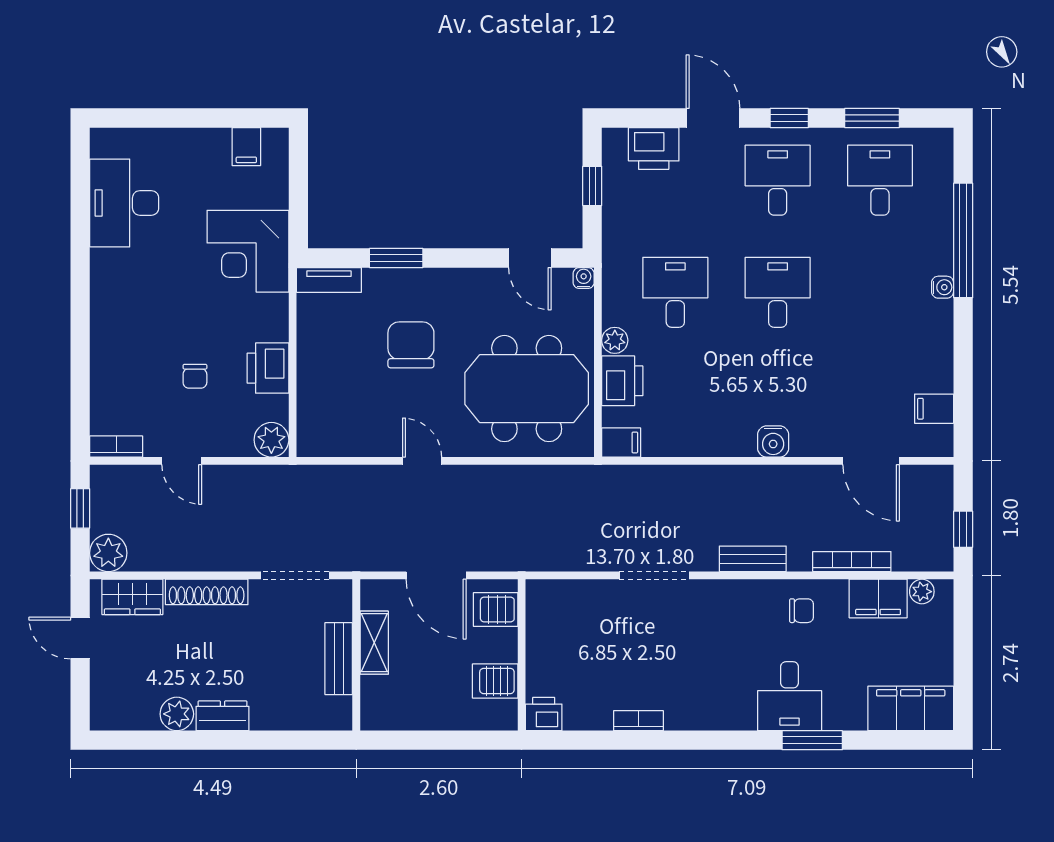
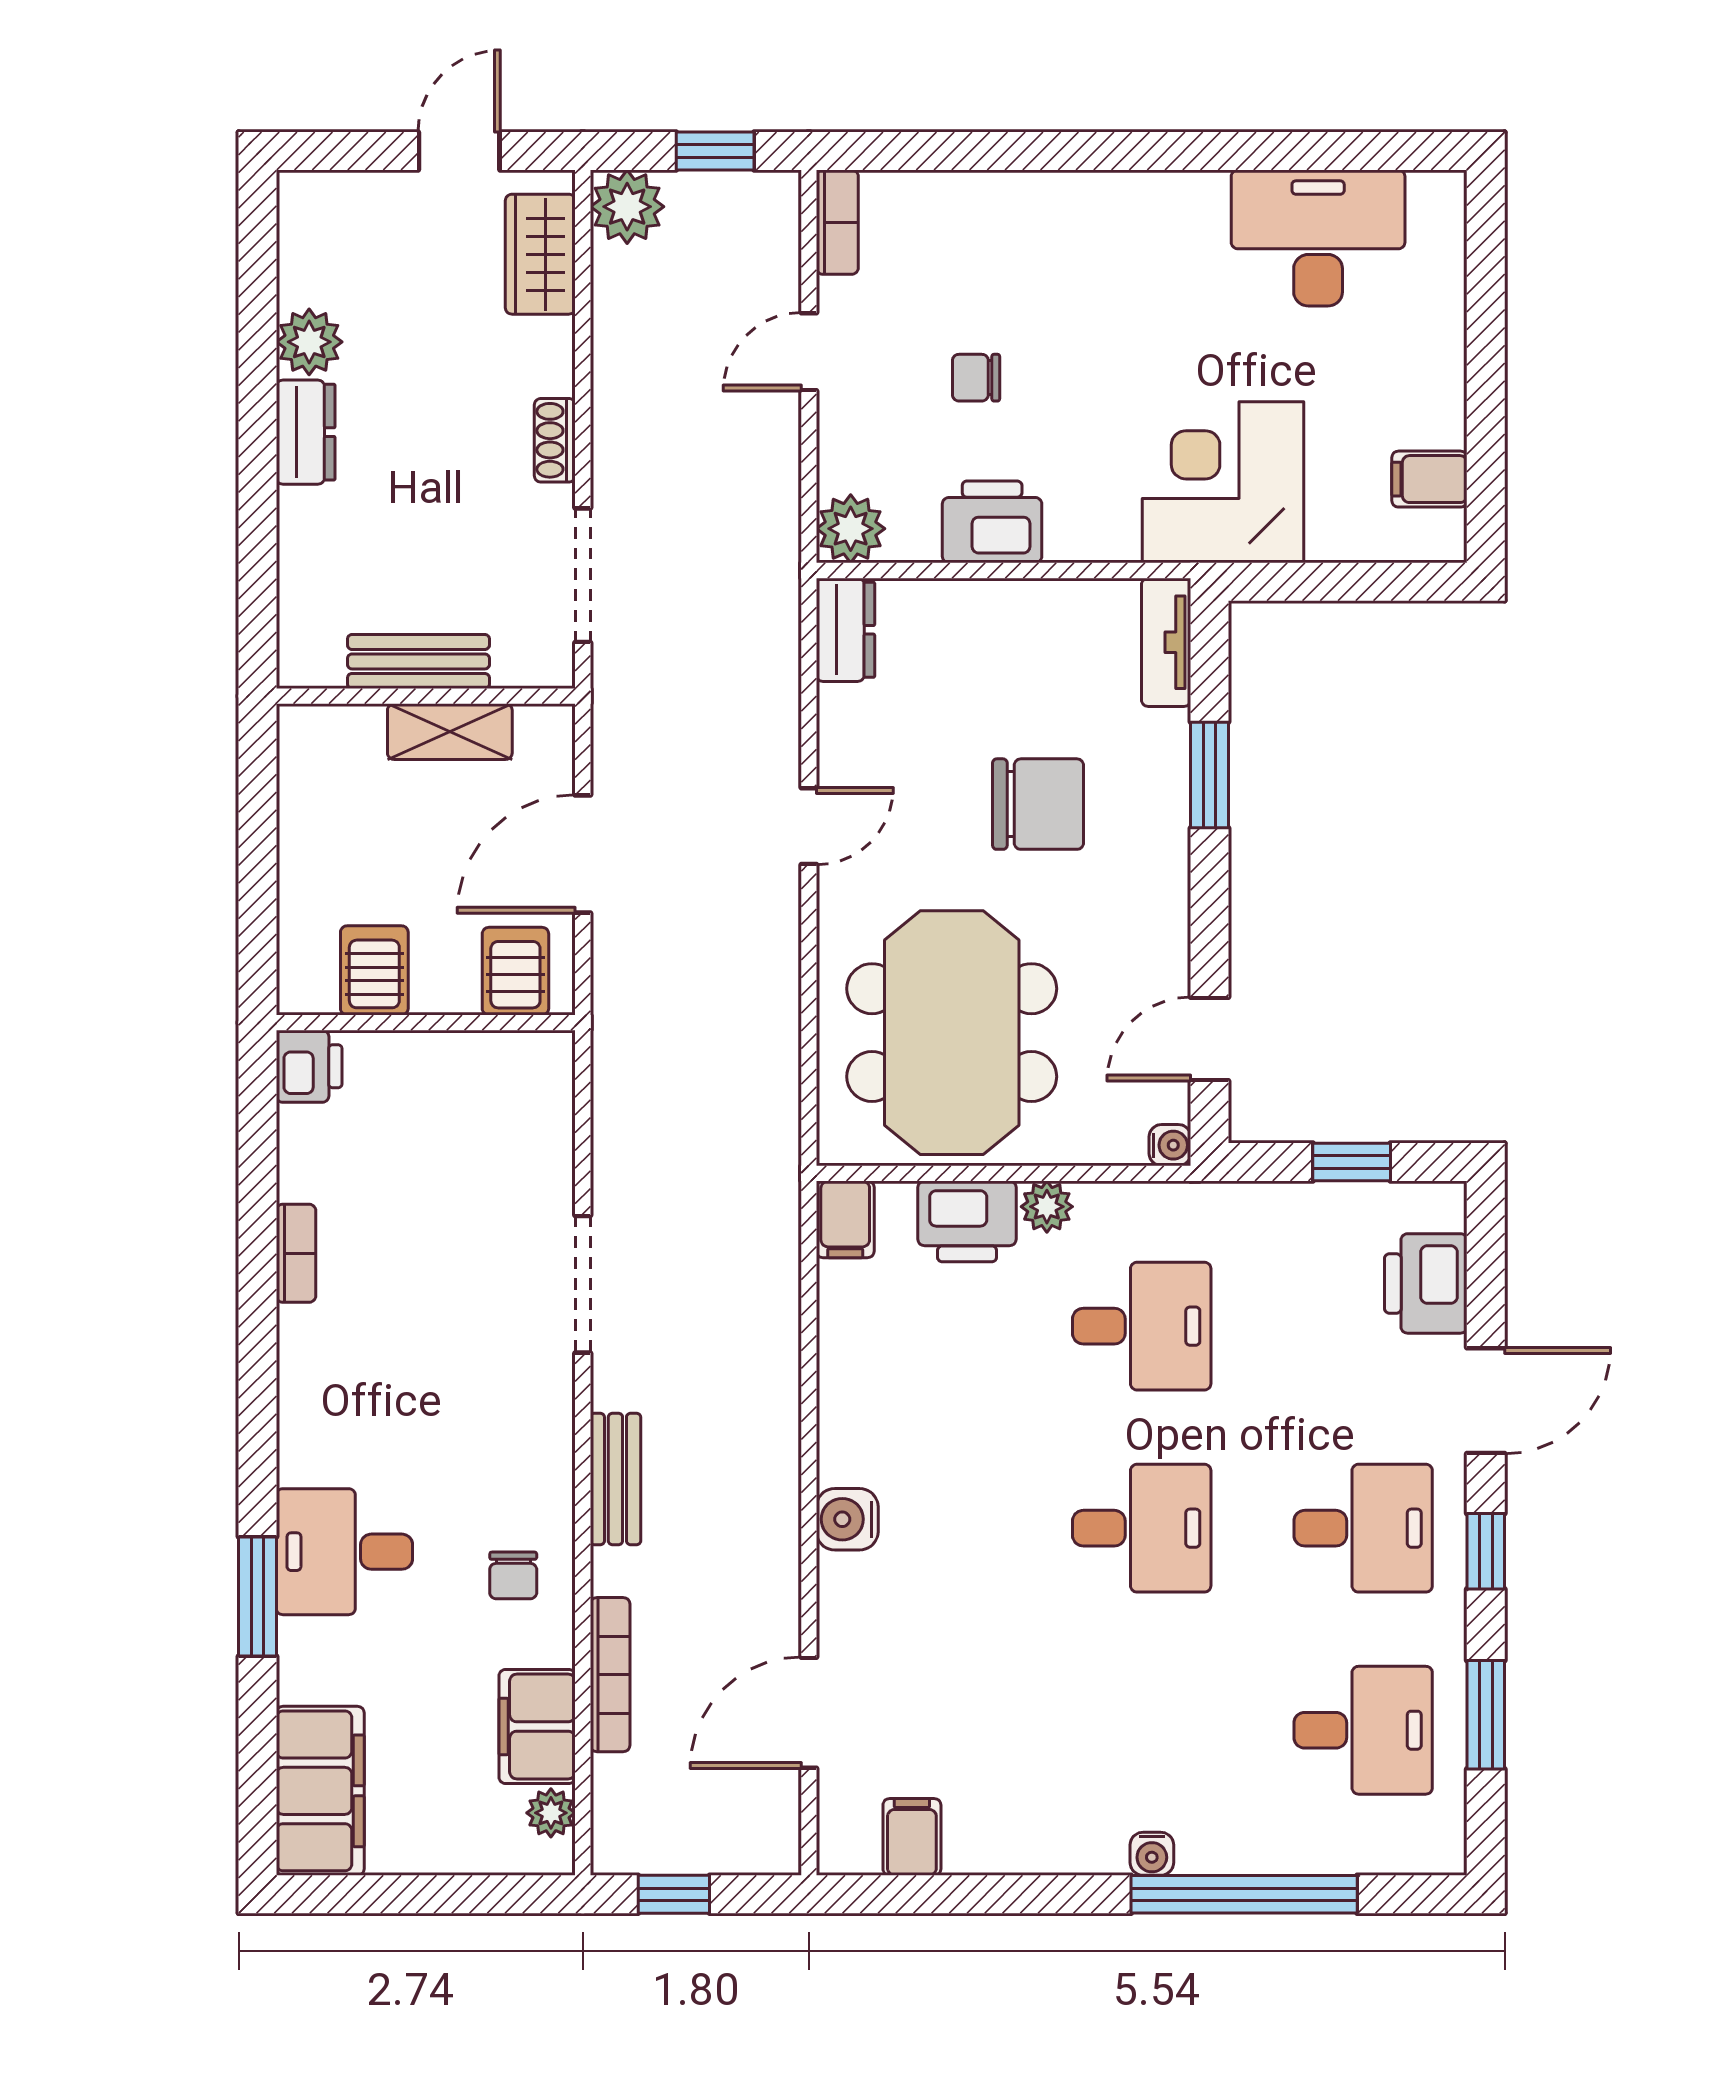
dresser: (323, 442) -> (845, 630), added
shoe rack: (207, 592) -> (555, 440), width x0.51, depth x0.81

